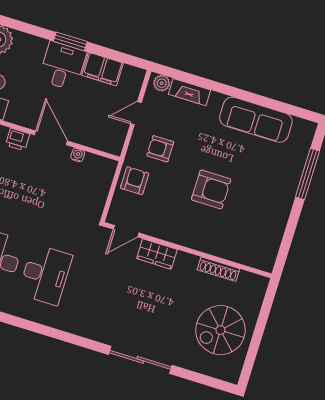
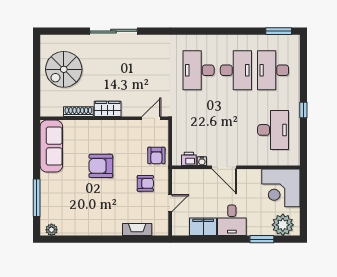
window: (70, 41) -> (262, 239), moved
plant: (162, 83) -> (51, 230), moved
sofa: (256, 120) -> (51, 146), moved, turned 90
printer: (18, 139) -> (189, 159), moved
wardrobe: (157, 254) -> (108, 109), moved
spiral stairs: (220, 330) -> (64, 69), turned 180

